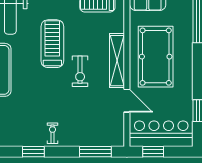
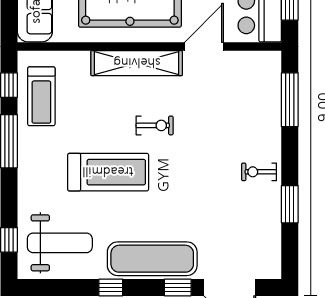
treadmill: (52, 44) -> (108, 172), turned 180
exercise bike: (80, 71) -> (155, 125), width x0.73, depth x0.72

